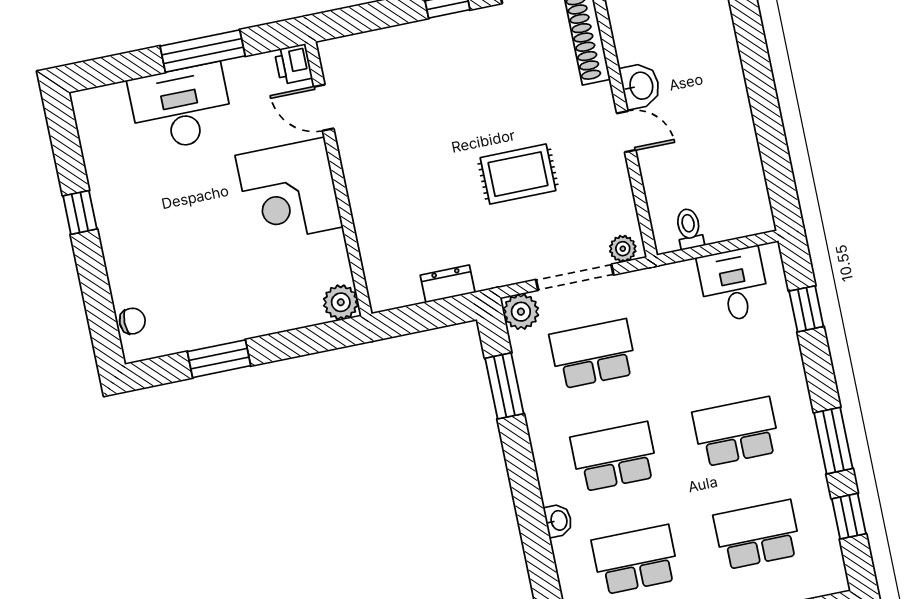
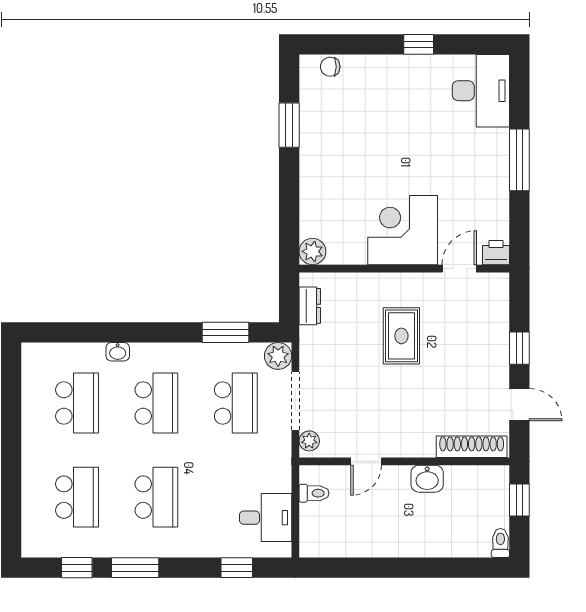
printer: (293, 64) -> (496, 253), moved
desk: (181, 108) -> (481, 91), moved
door: (324, 108) -> (459, 269), moved
door: (626, 132) -> (366, 461), moved
rug: (518, 174) -> (401, 336), moved
wall: (338, 179) -> (404, 269), moved
corner desk: (289, 191) -> (403, 230), moved
plant: (341, 302) -> (312, 251), moved
chair: (132, 321) -> (330, 67), turned 90

